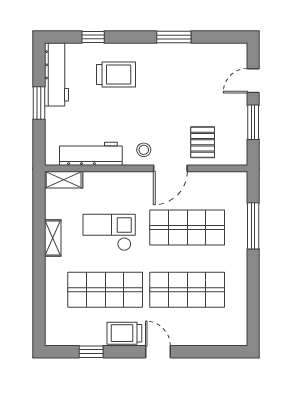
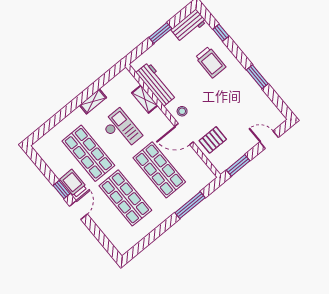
workbench: (56, 74) -> (189, 26), width x0.73
window: (253, 122) -> (238, 165), moved
shelving: (64, 180) -> (145, 99), moved
window: (91, 352) -> (61, 190), moved

